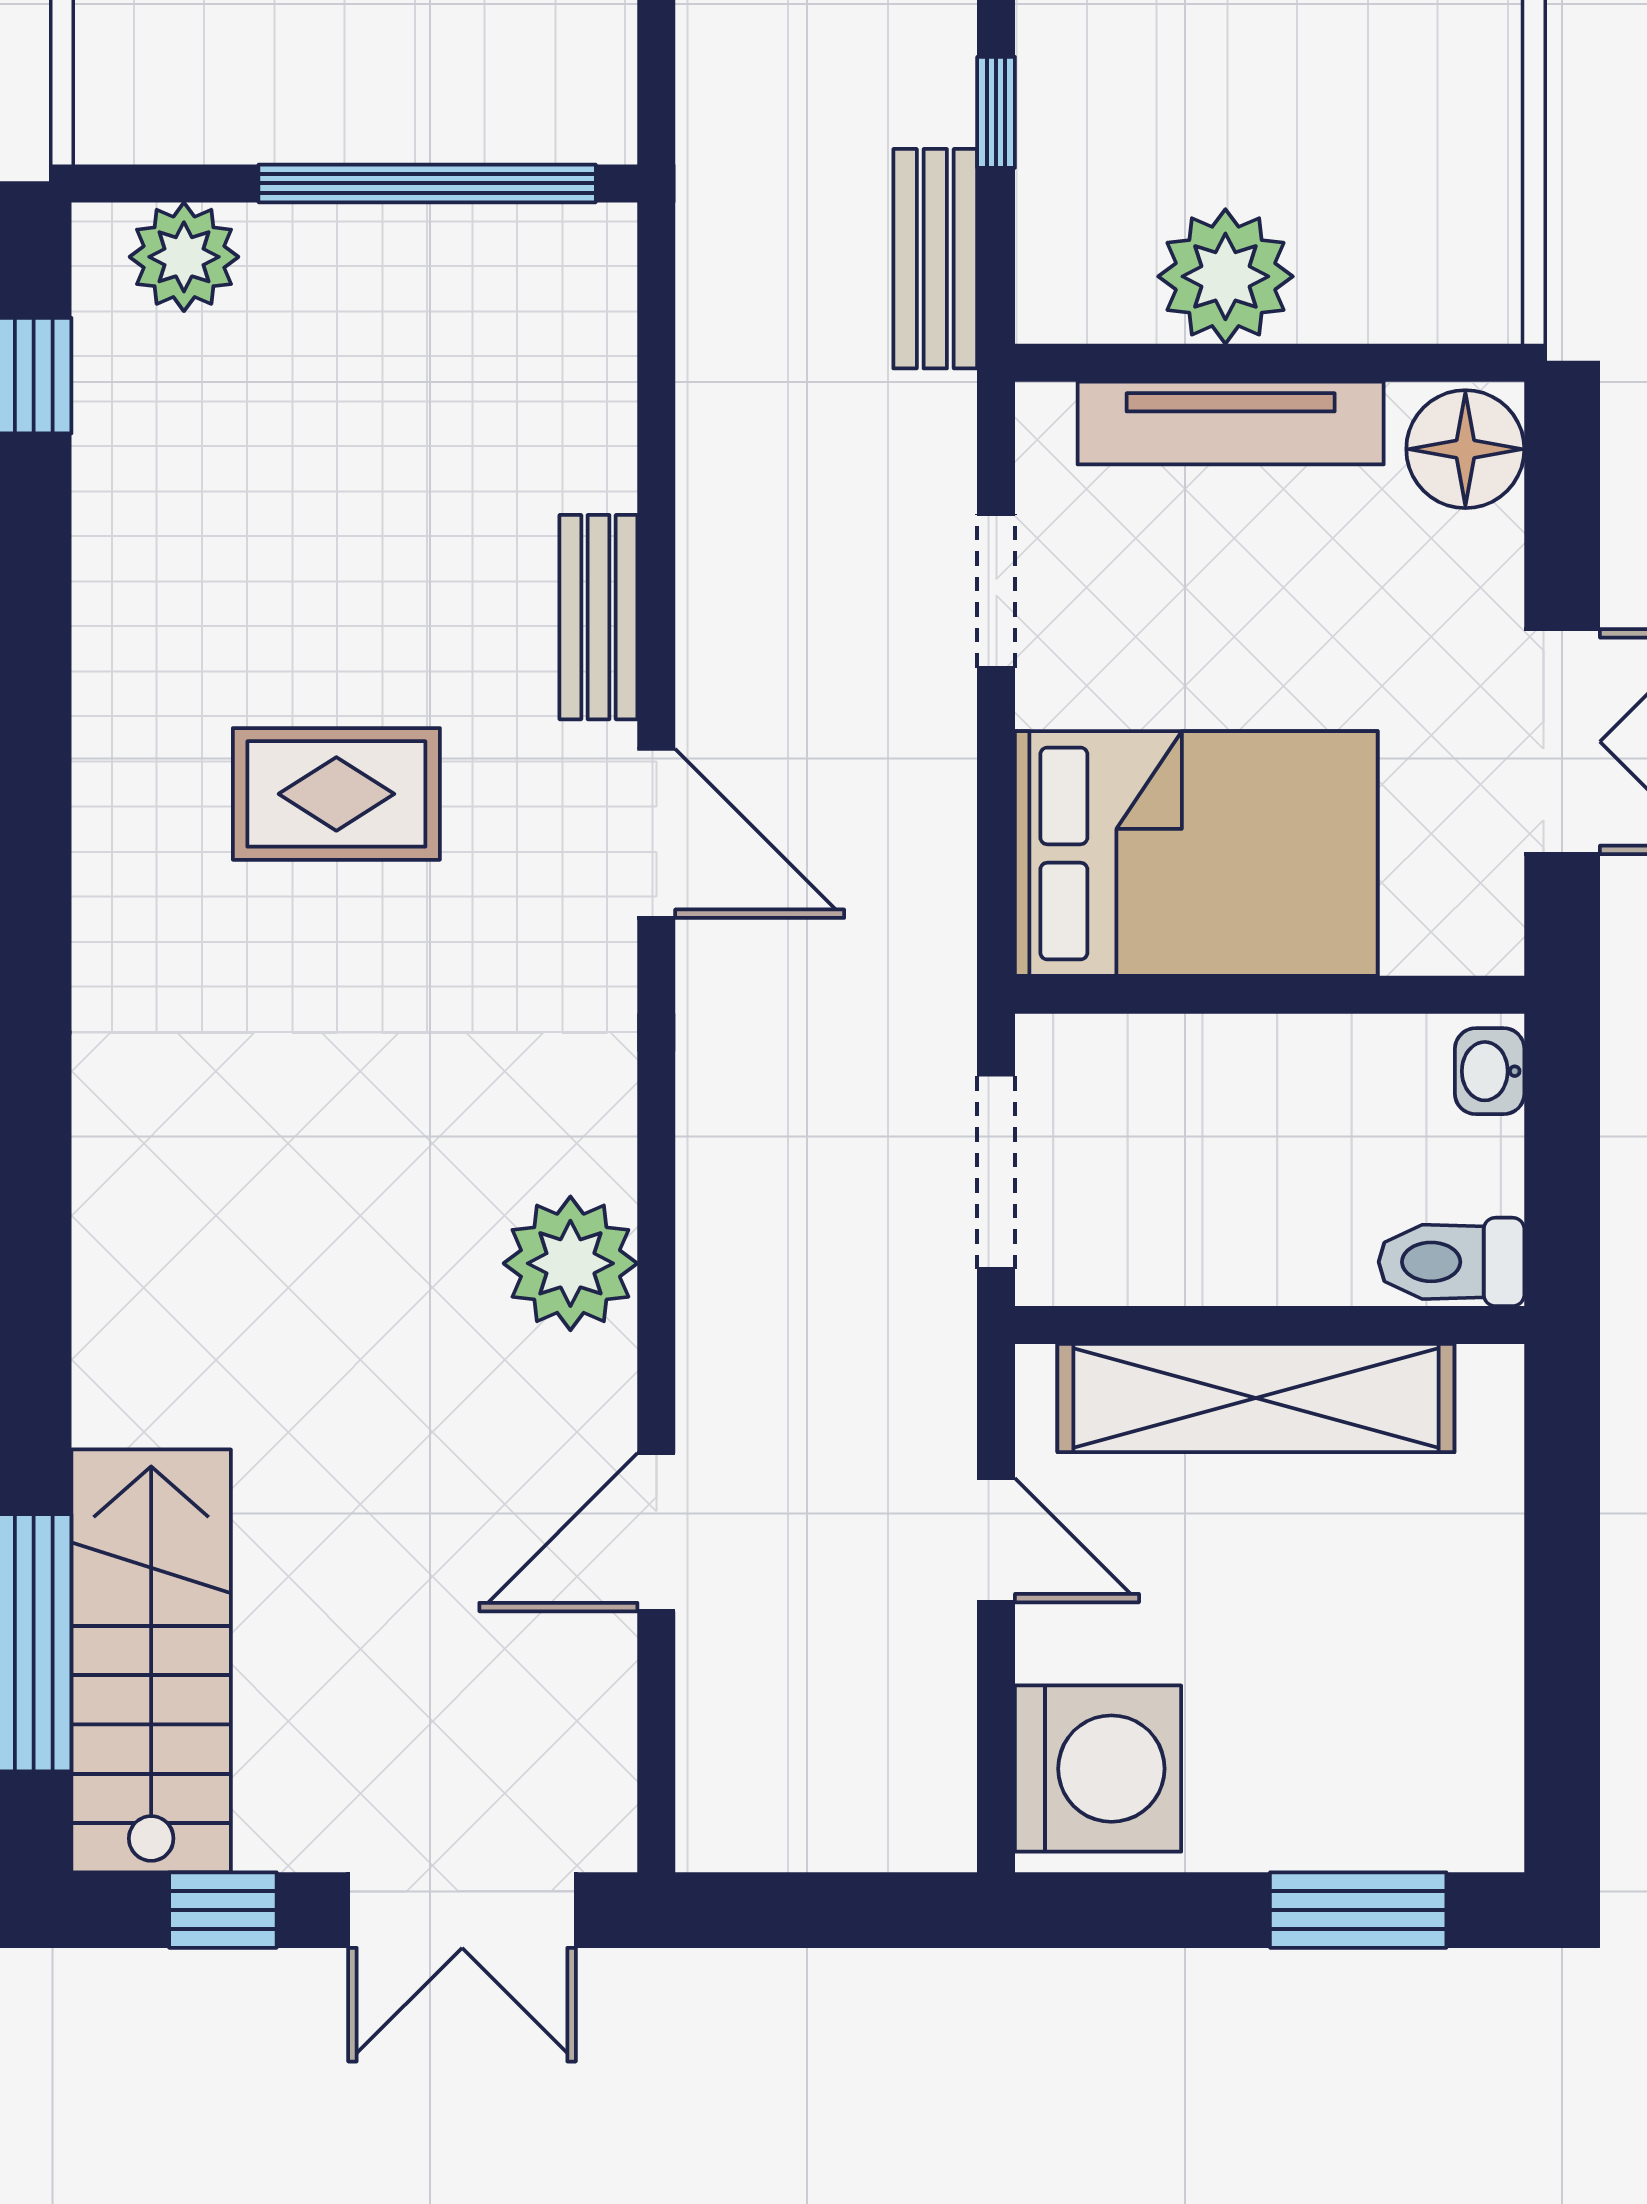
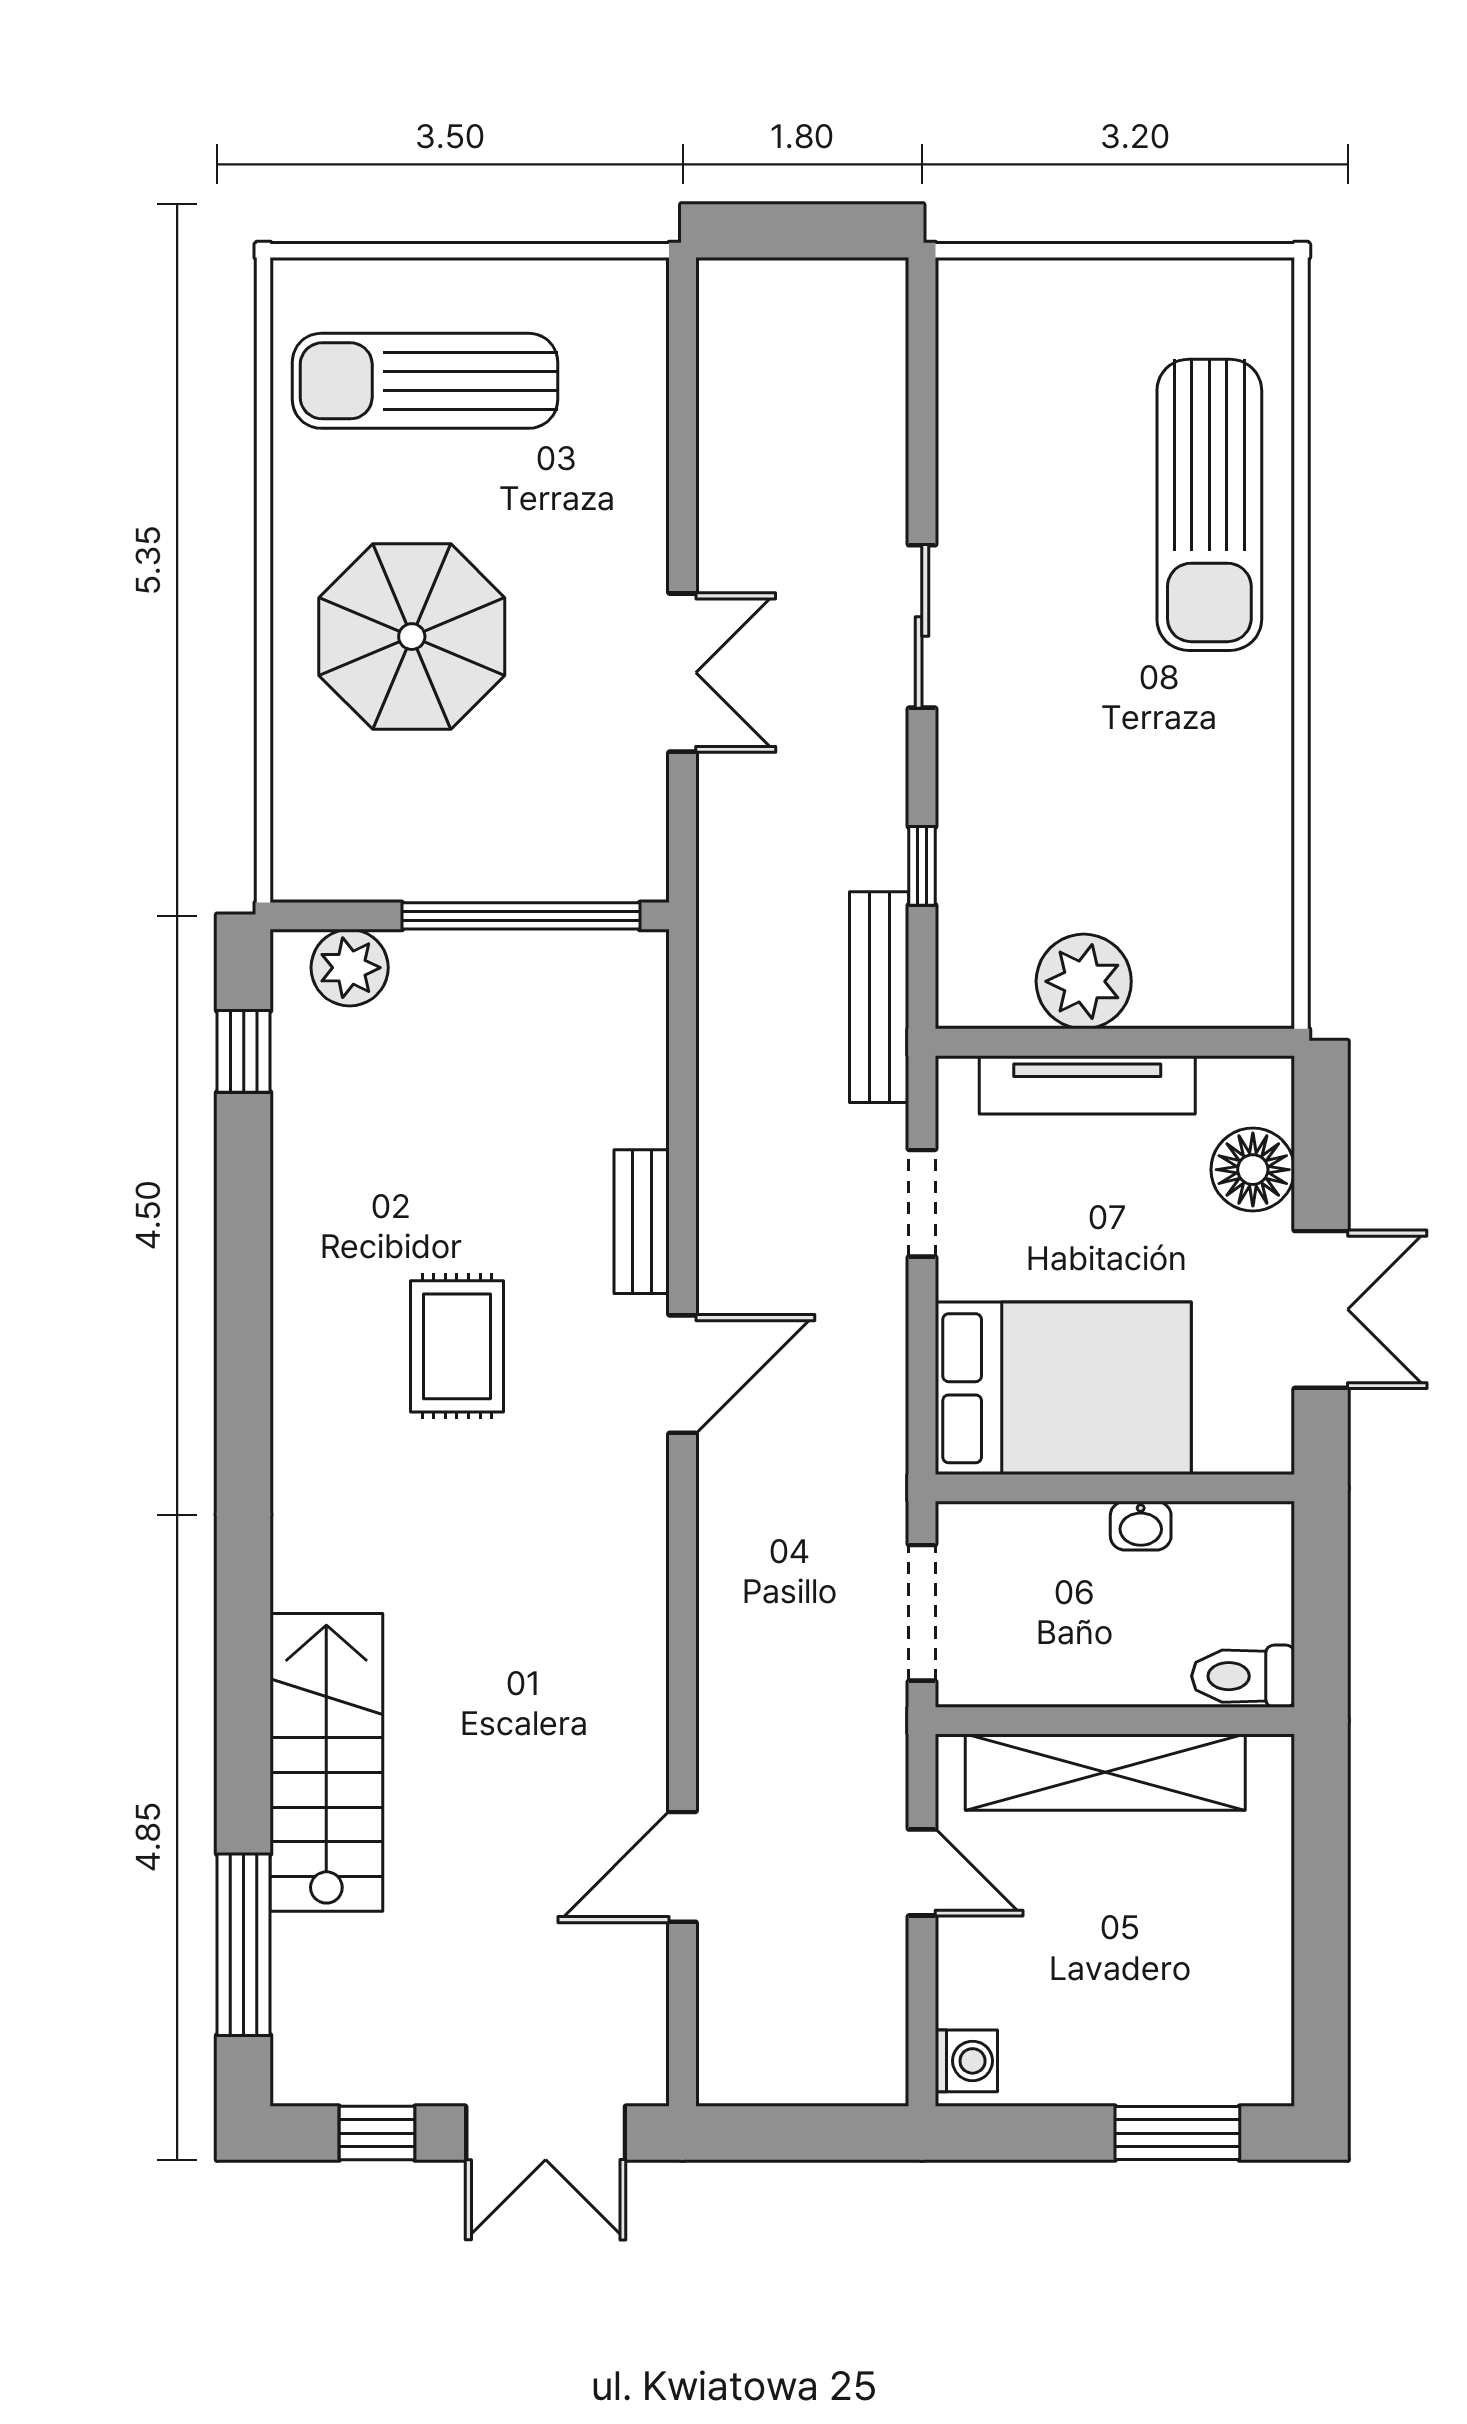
bench: (935, 259) -> (879, 997), width x1.36
floor lamp: (1465, 449) -> (1253, 1170), moved
rug: (336, 794) -> (457, 1346), turned 90
door: (656, 833) -> (683, 1374), hinge flipped
washbasin: (1490, 1071) -> (1141, 1526), moved, turned -90
plant: (570, 1263) -> (622, 1677), removed
stairs: (151, 1661) -> (326, 1762), moved
washing machine: (1098, 1769) -> (966, 2061), width x0.53, depth x0.53

